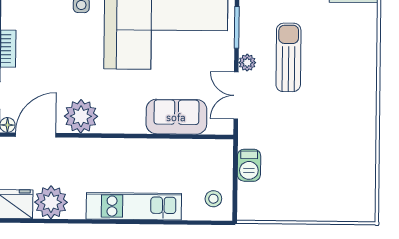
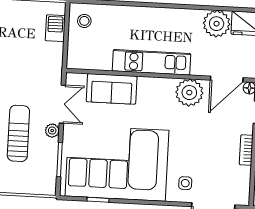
sun lounger: (288, 57) -> (18, 133), turned 180
barbecue: (249, 165) -> (55, 28), moved
kitchen unit: (134, 206) -> (151, 62), moved, turned 180

